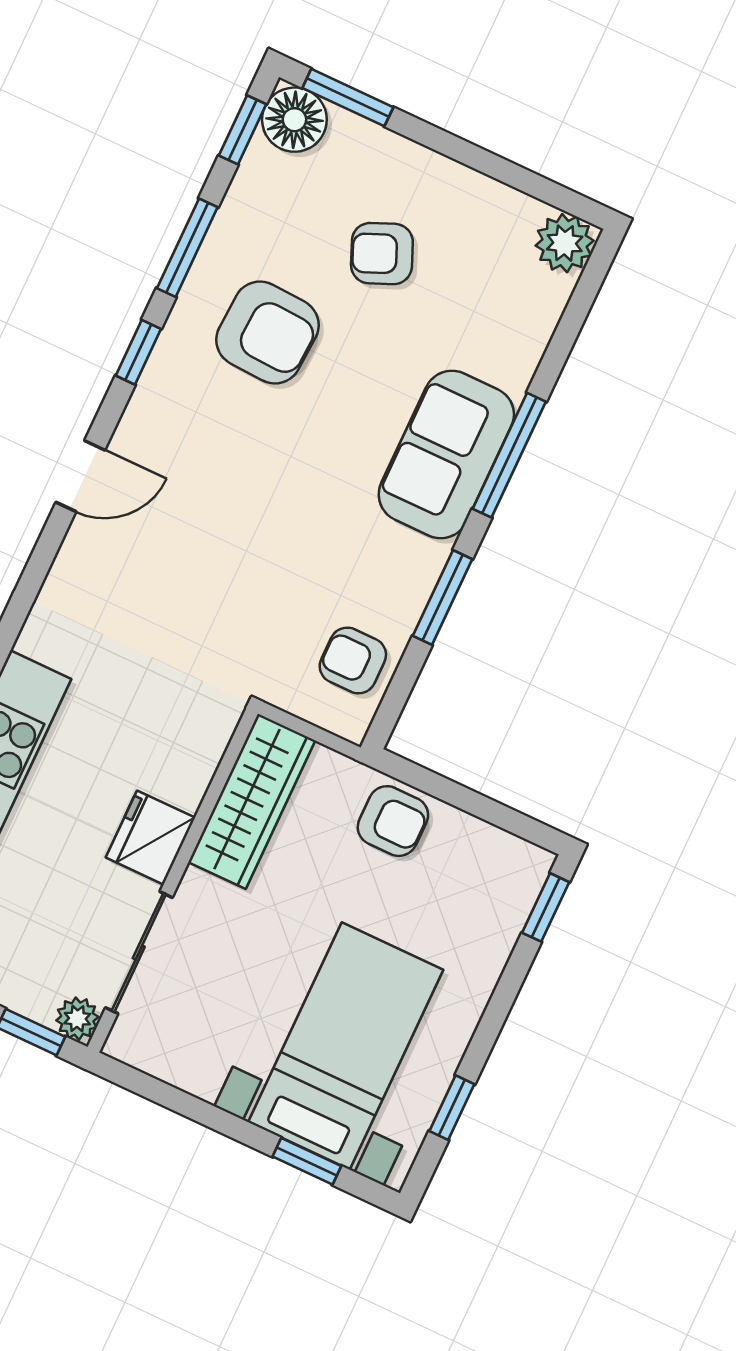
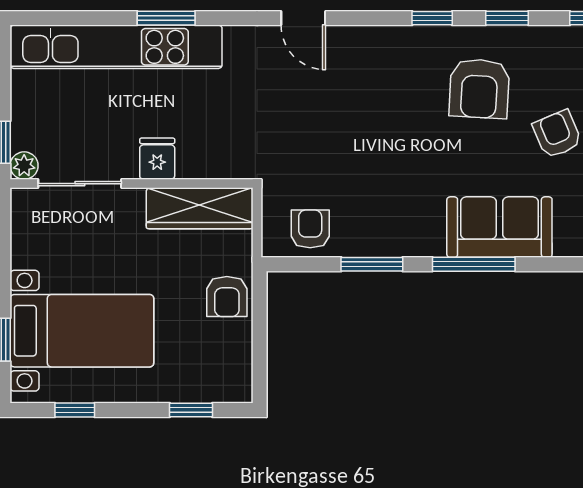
window: (187, 248) -> (507, 18), width x0.67
sofa: (446, 455) -> (499, 227), moved
door: (80, 476) -> (303, 18), moved
fridge: (150, 838) -> (157, 159), width x0.72
window: (546, 907) -> (191, 410), moved

